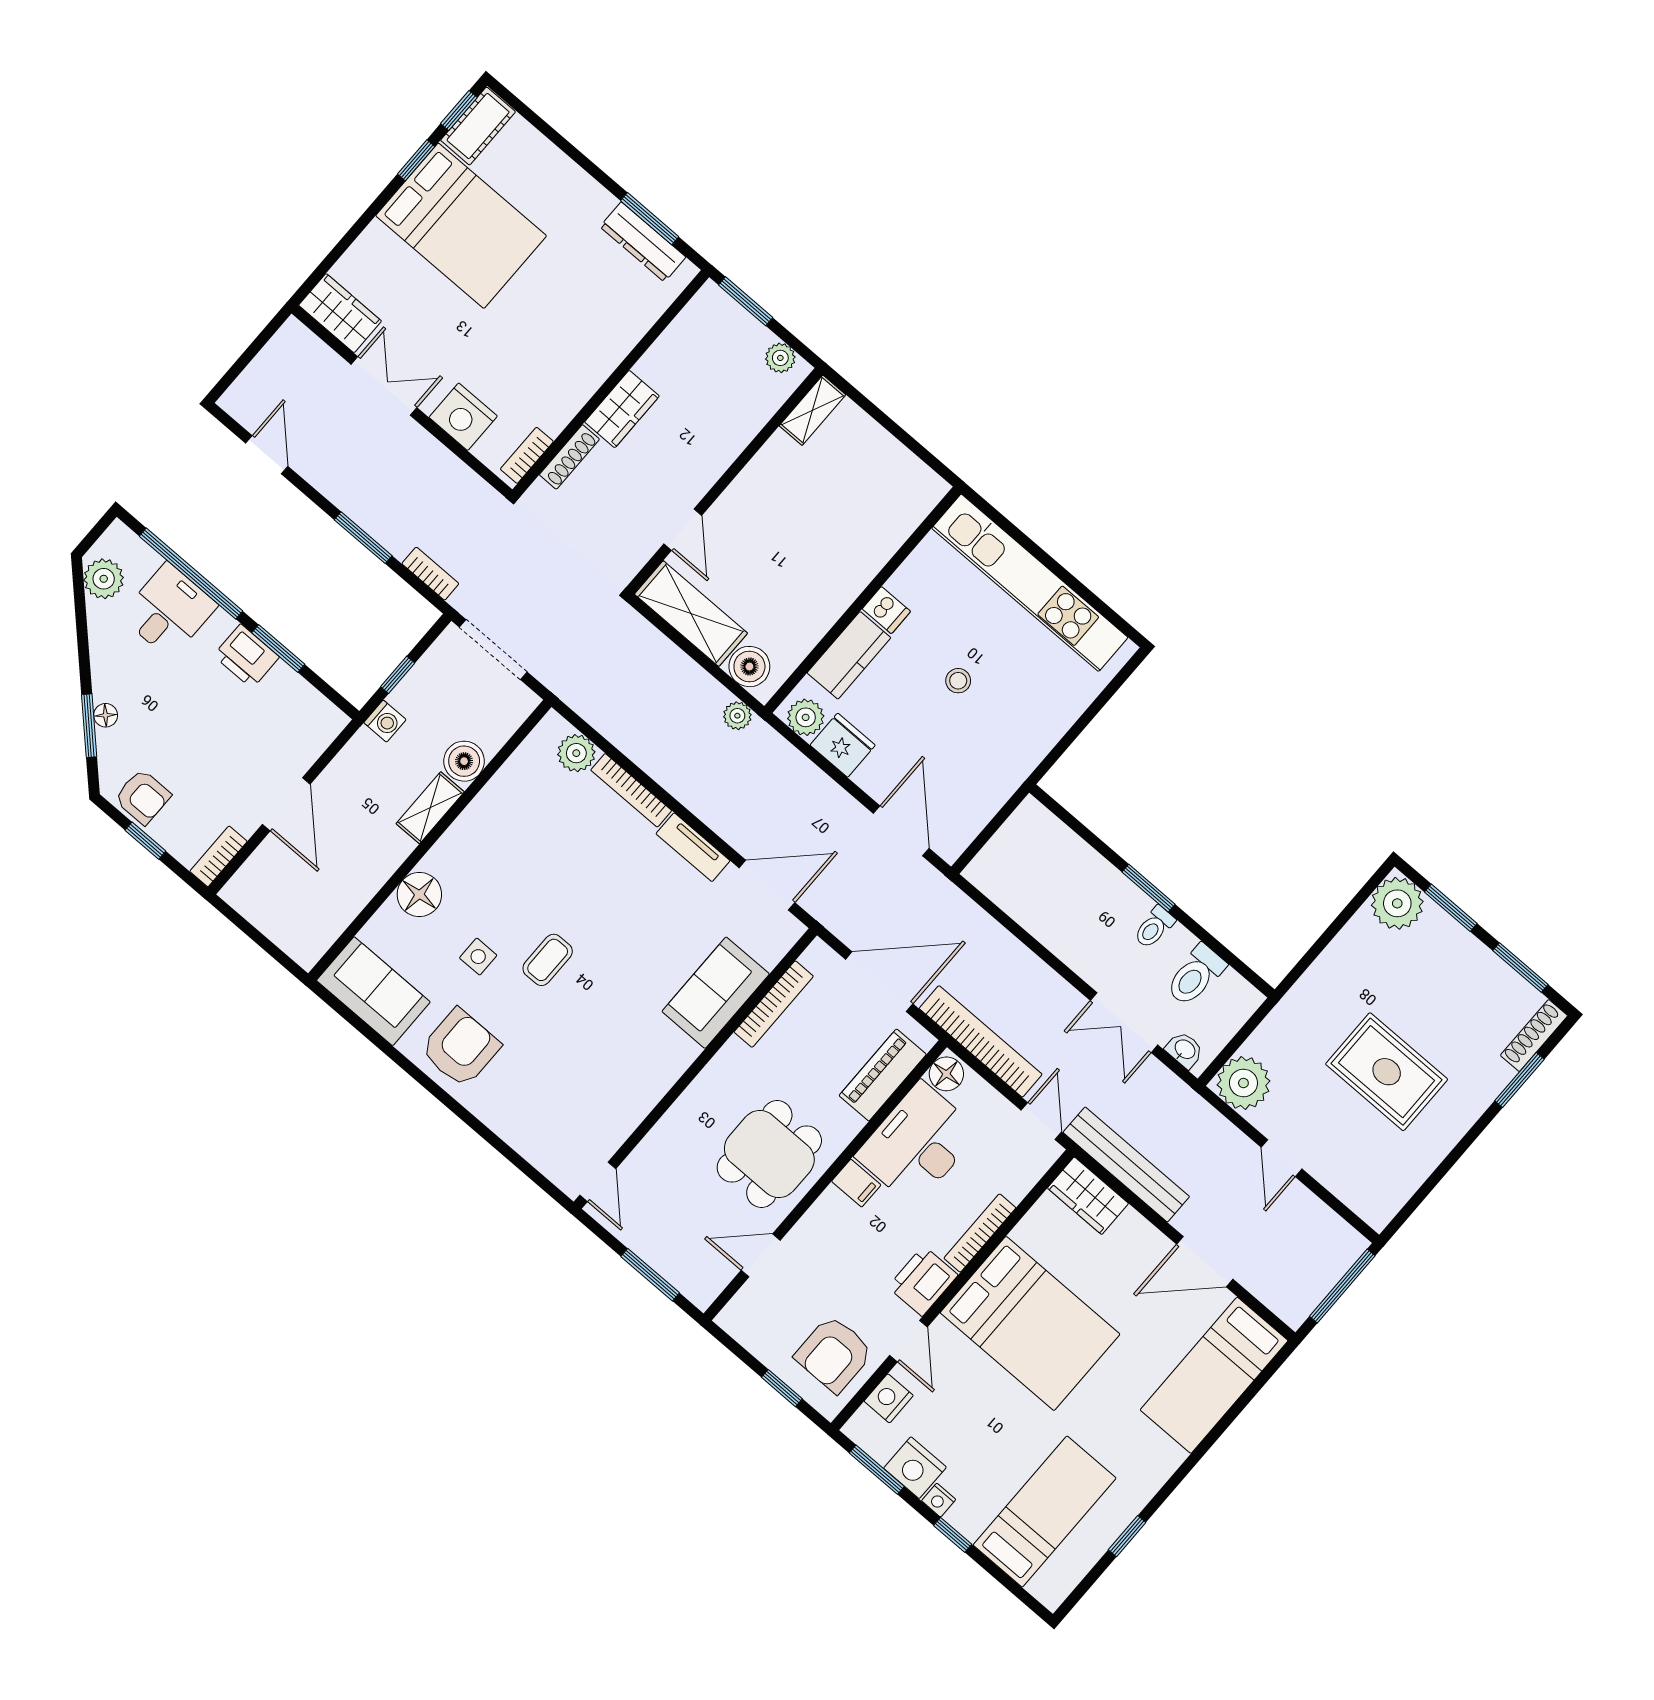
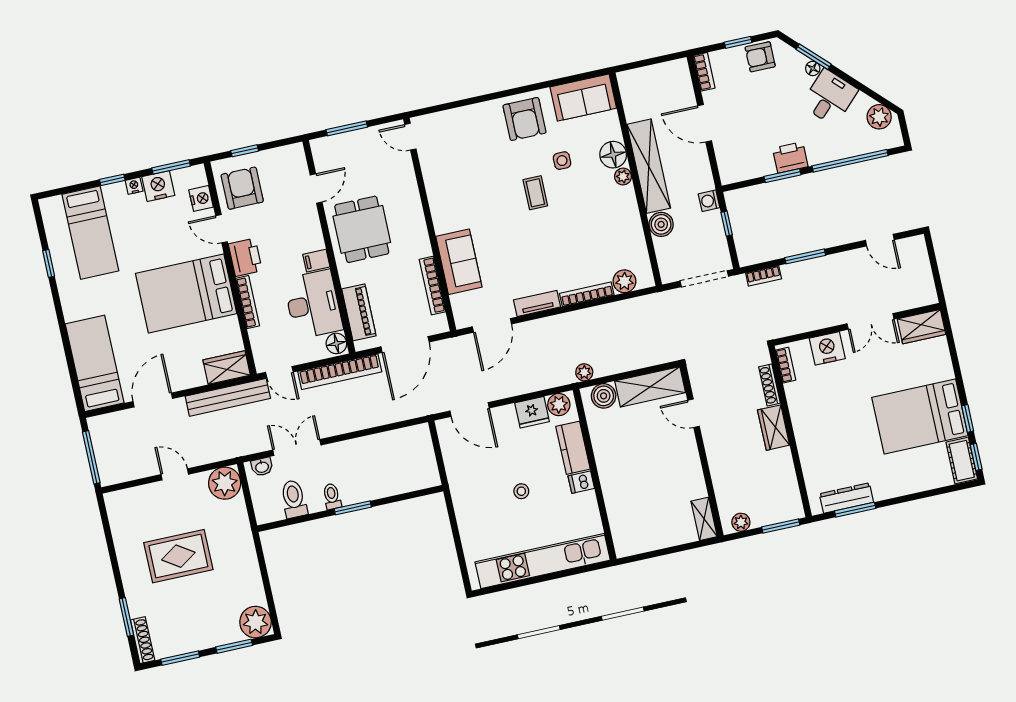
desk: (169, 611) -> (829, 97), moved, turned -135
shelving: (430, 808) -> (649, 166), width x2.20, depth x1.33
plant: (439, 860) -> (623, 176), added

